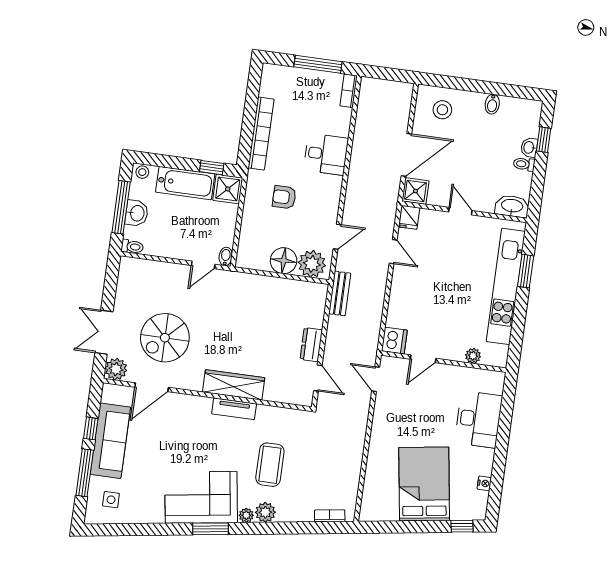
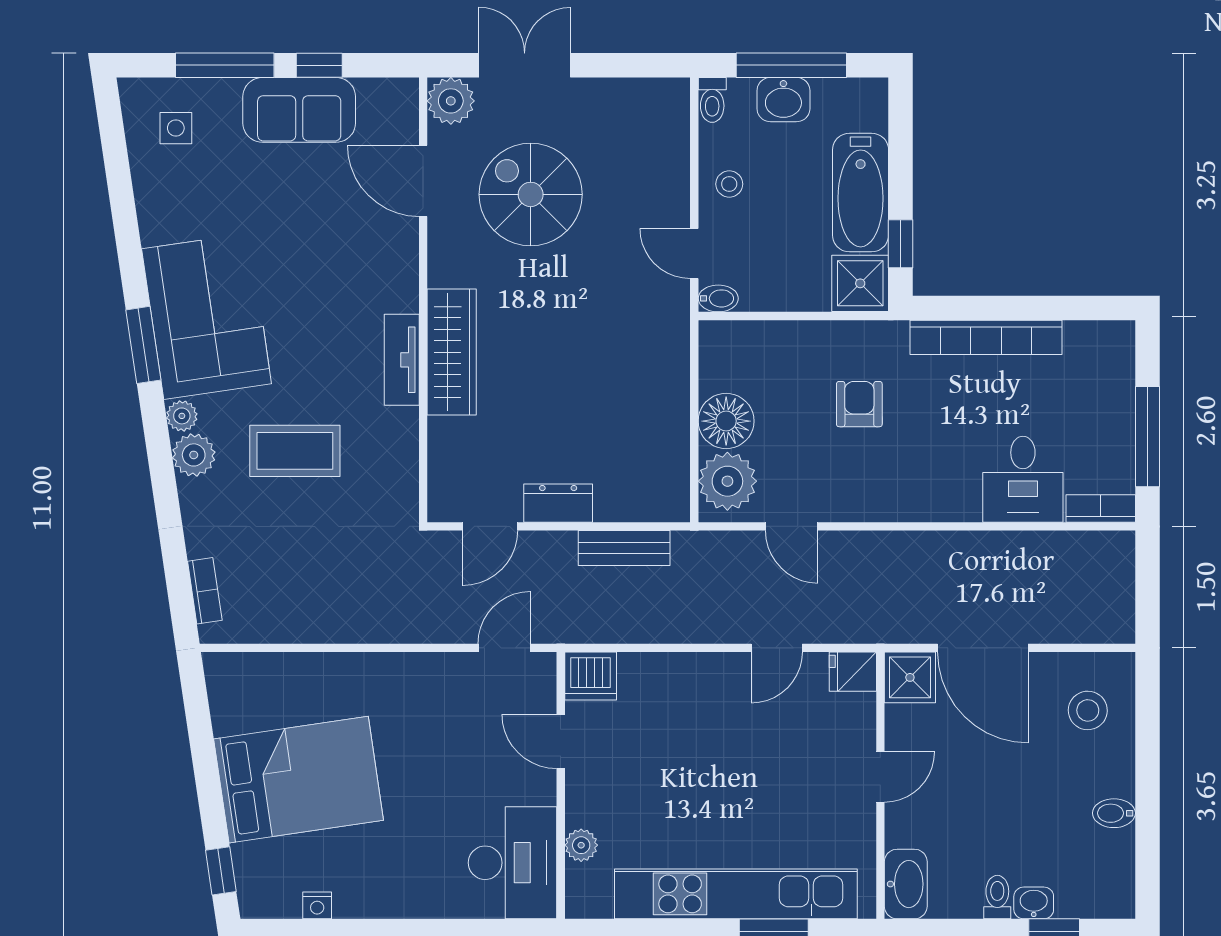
desk: (326, 154) -> (1023, 479), moved
stool: (142, 172) -> (729, 184), moved
bench: (340, 293) -> (624, 548), moved
desk: (478, 419) -> (513, 863), moved, turned -90
sofa: (110, 441) -> (299, 110), width x0.73

